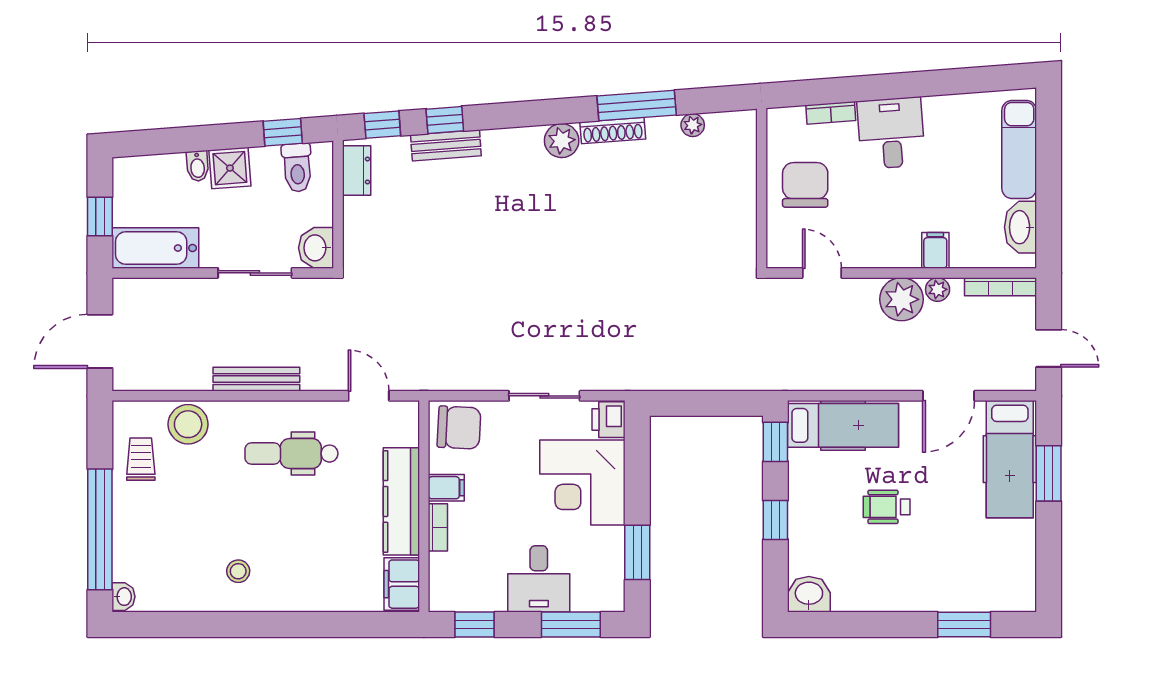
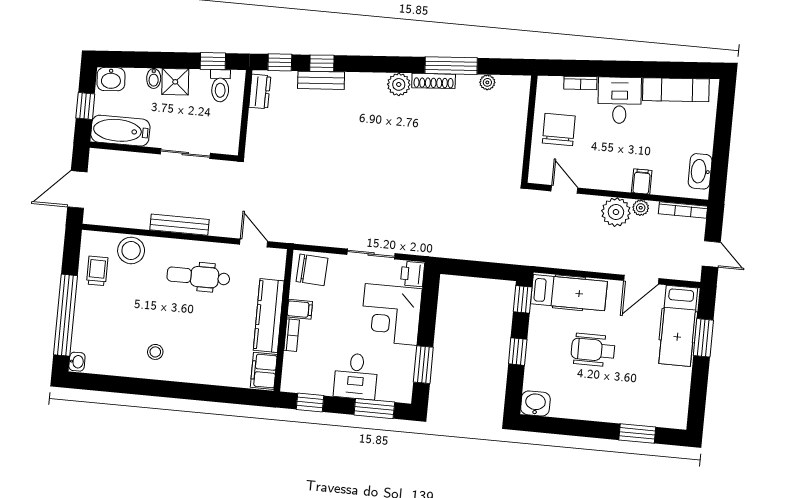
exam couch: (1019, 149) -> (676, 90), moved, turned -94
washbasin: (316, 248) -> (111, 79), moved, turned -94
wheelchair: (887, 507) -> (593, 350), width x1.36, depth x1.37

